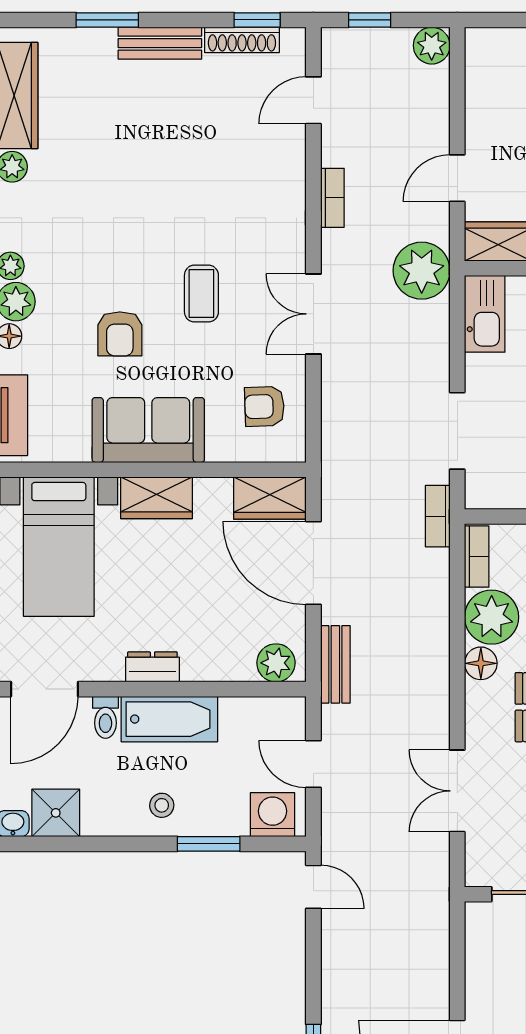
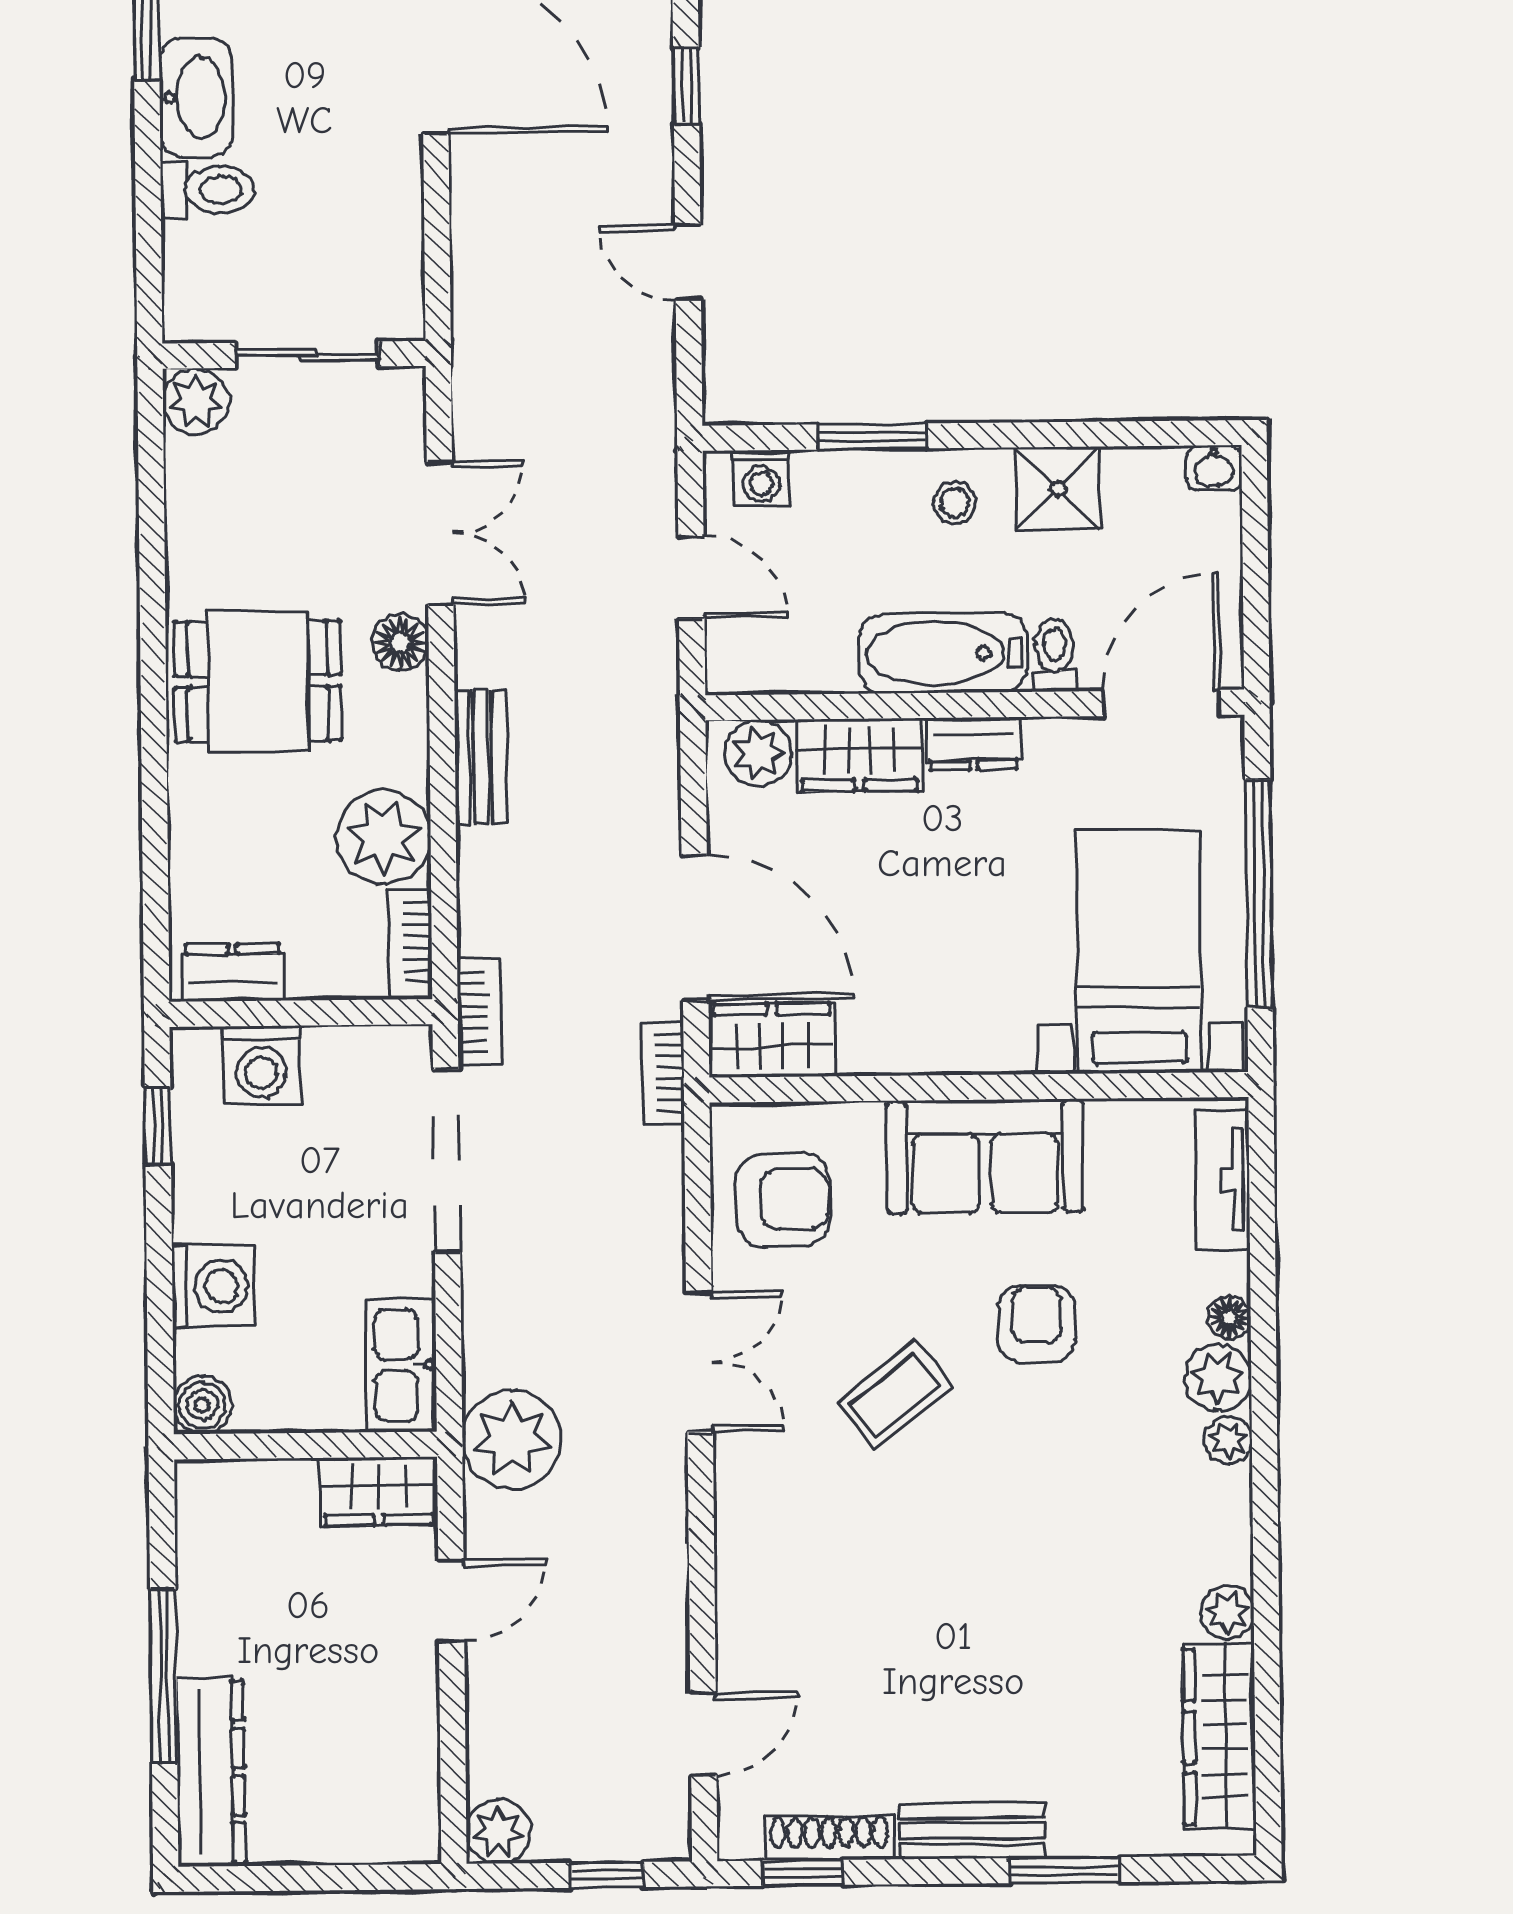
bookcase: (332, 198) -> (663, 1073), moved
coffee table: (201, 294) -> (895, 1395), turned 52
armchair: (265, 406) -> (783, 1200), width x1.38, depth x1.38
doorway: (457, 431) -> (447, 1161), width x1.36
wardrobe: (156, 498) -> (859, 755), moved, turned 180
floor lamp: (481, 663) -> (400, 642), moved
bench: (335, 664) -> (481, 757), moved
shower: (56, 813) -> (1058, 489), moved
washing machine: (273, 815) -> (761, 478), width x0.73, depth x0.73
door: (313, 887) -> (688, 263), moved

